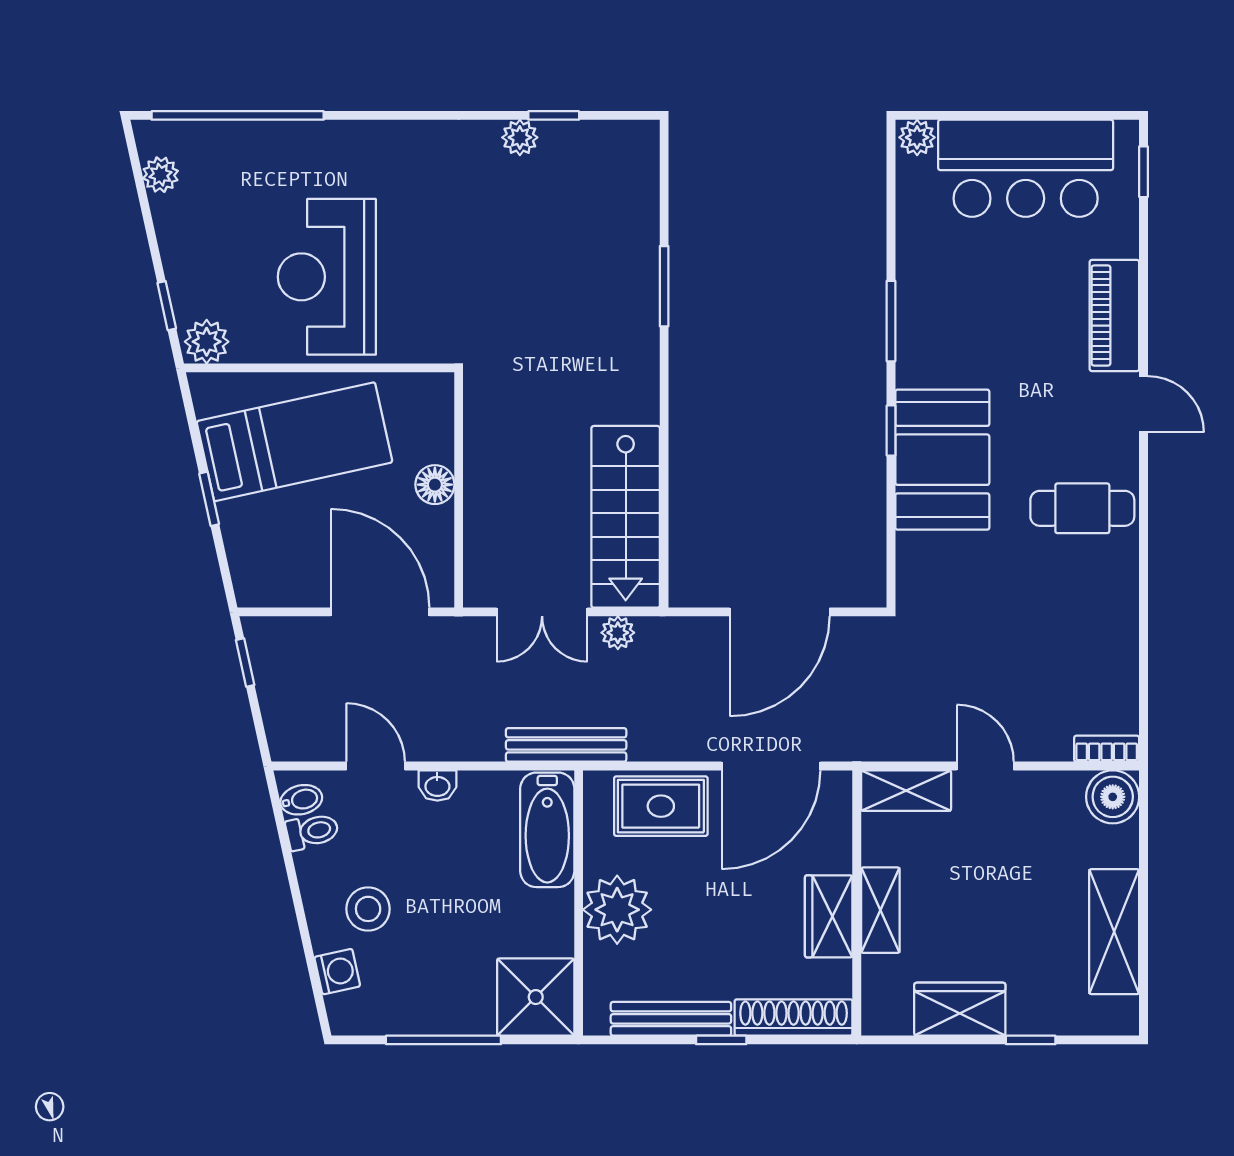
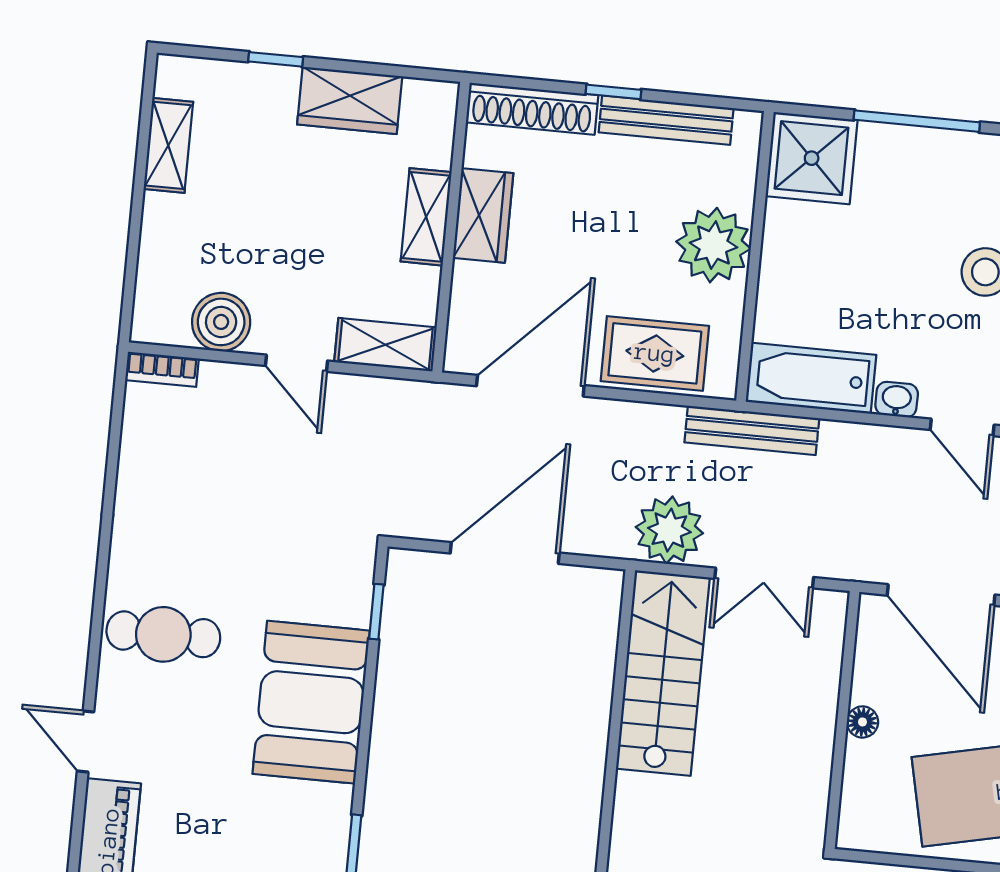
window: (891, 430) -> (376, 612), moved
floor lamp: (435, 485) -> (862, 722), width x0.73, depth x0.73
double door: (542, 612) -> (764, 578), swing flipped
plant: (618, 633) -> (669, 530), width x1.87, depth x1.87
boiler: (1113, 797) -> (221, 322), moved
bathtub: (547, 830) -> (811, 378), moved, turned -90
shelving: (1114, 932) -> (168, 145), width x0.67, depth x0.75

